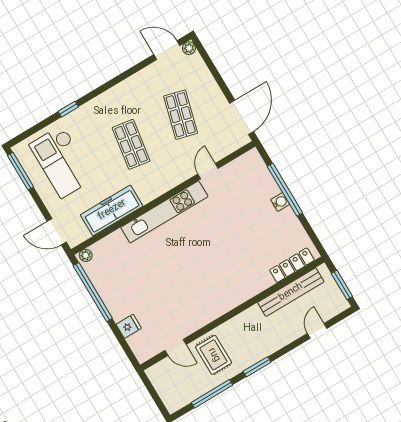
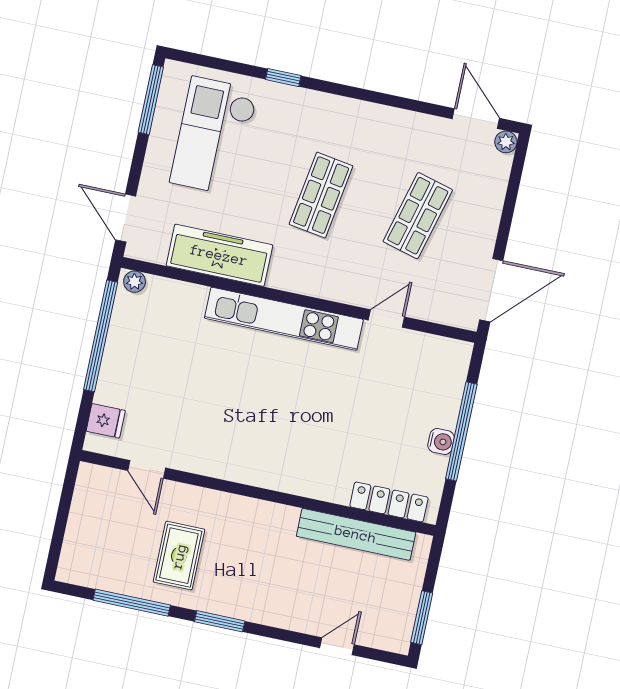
locker: (292, 265) -> (389, 502), moved
bench: (291, 292) -> (356, 534), moved
wall: (232, 313) -> (258, 493), moved
door: (175, 348) -> (147, 469), moved

